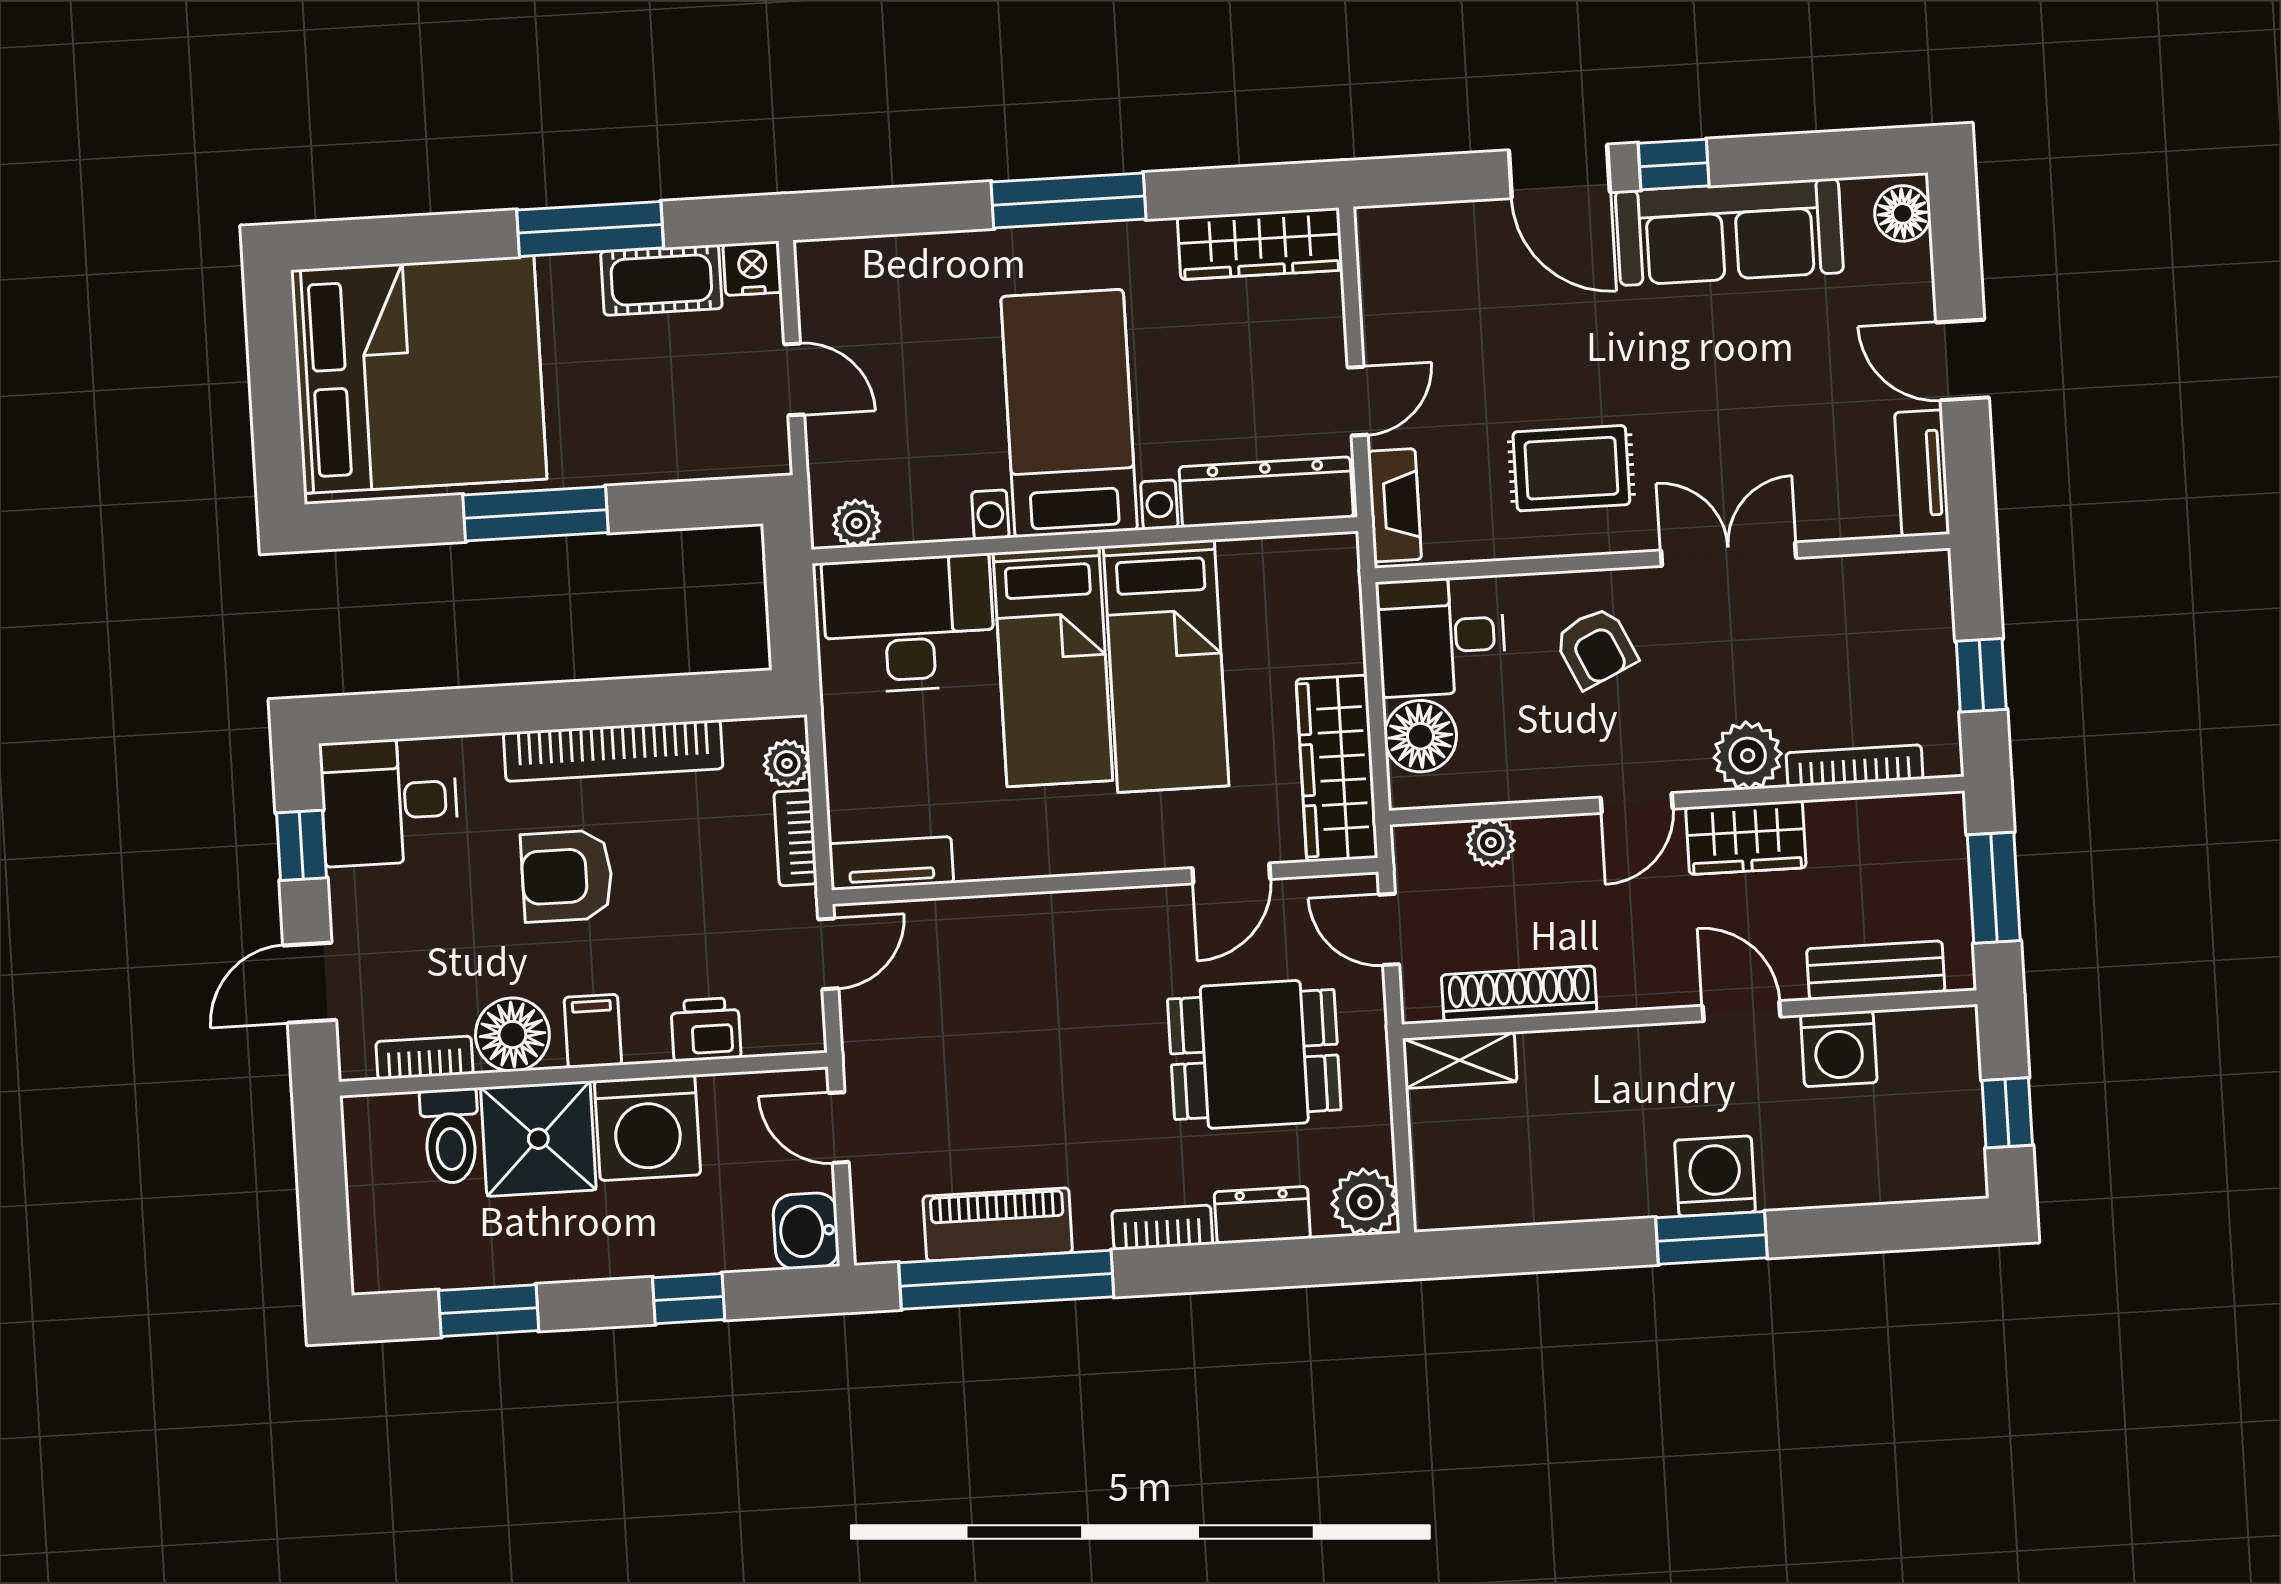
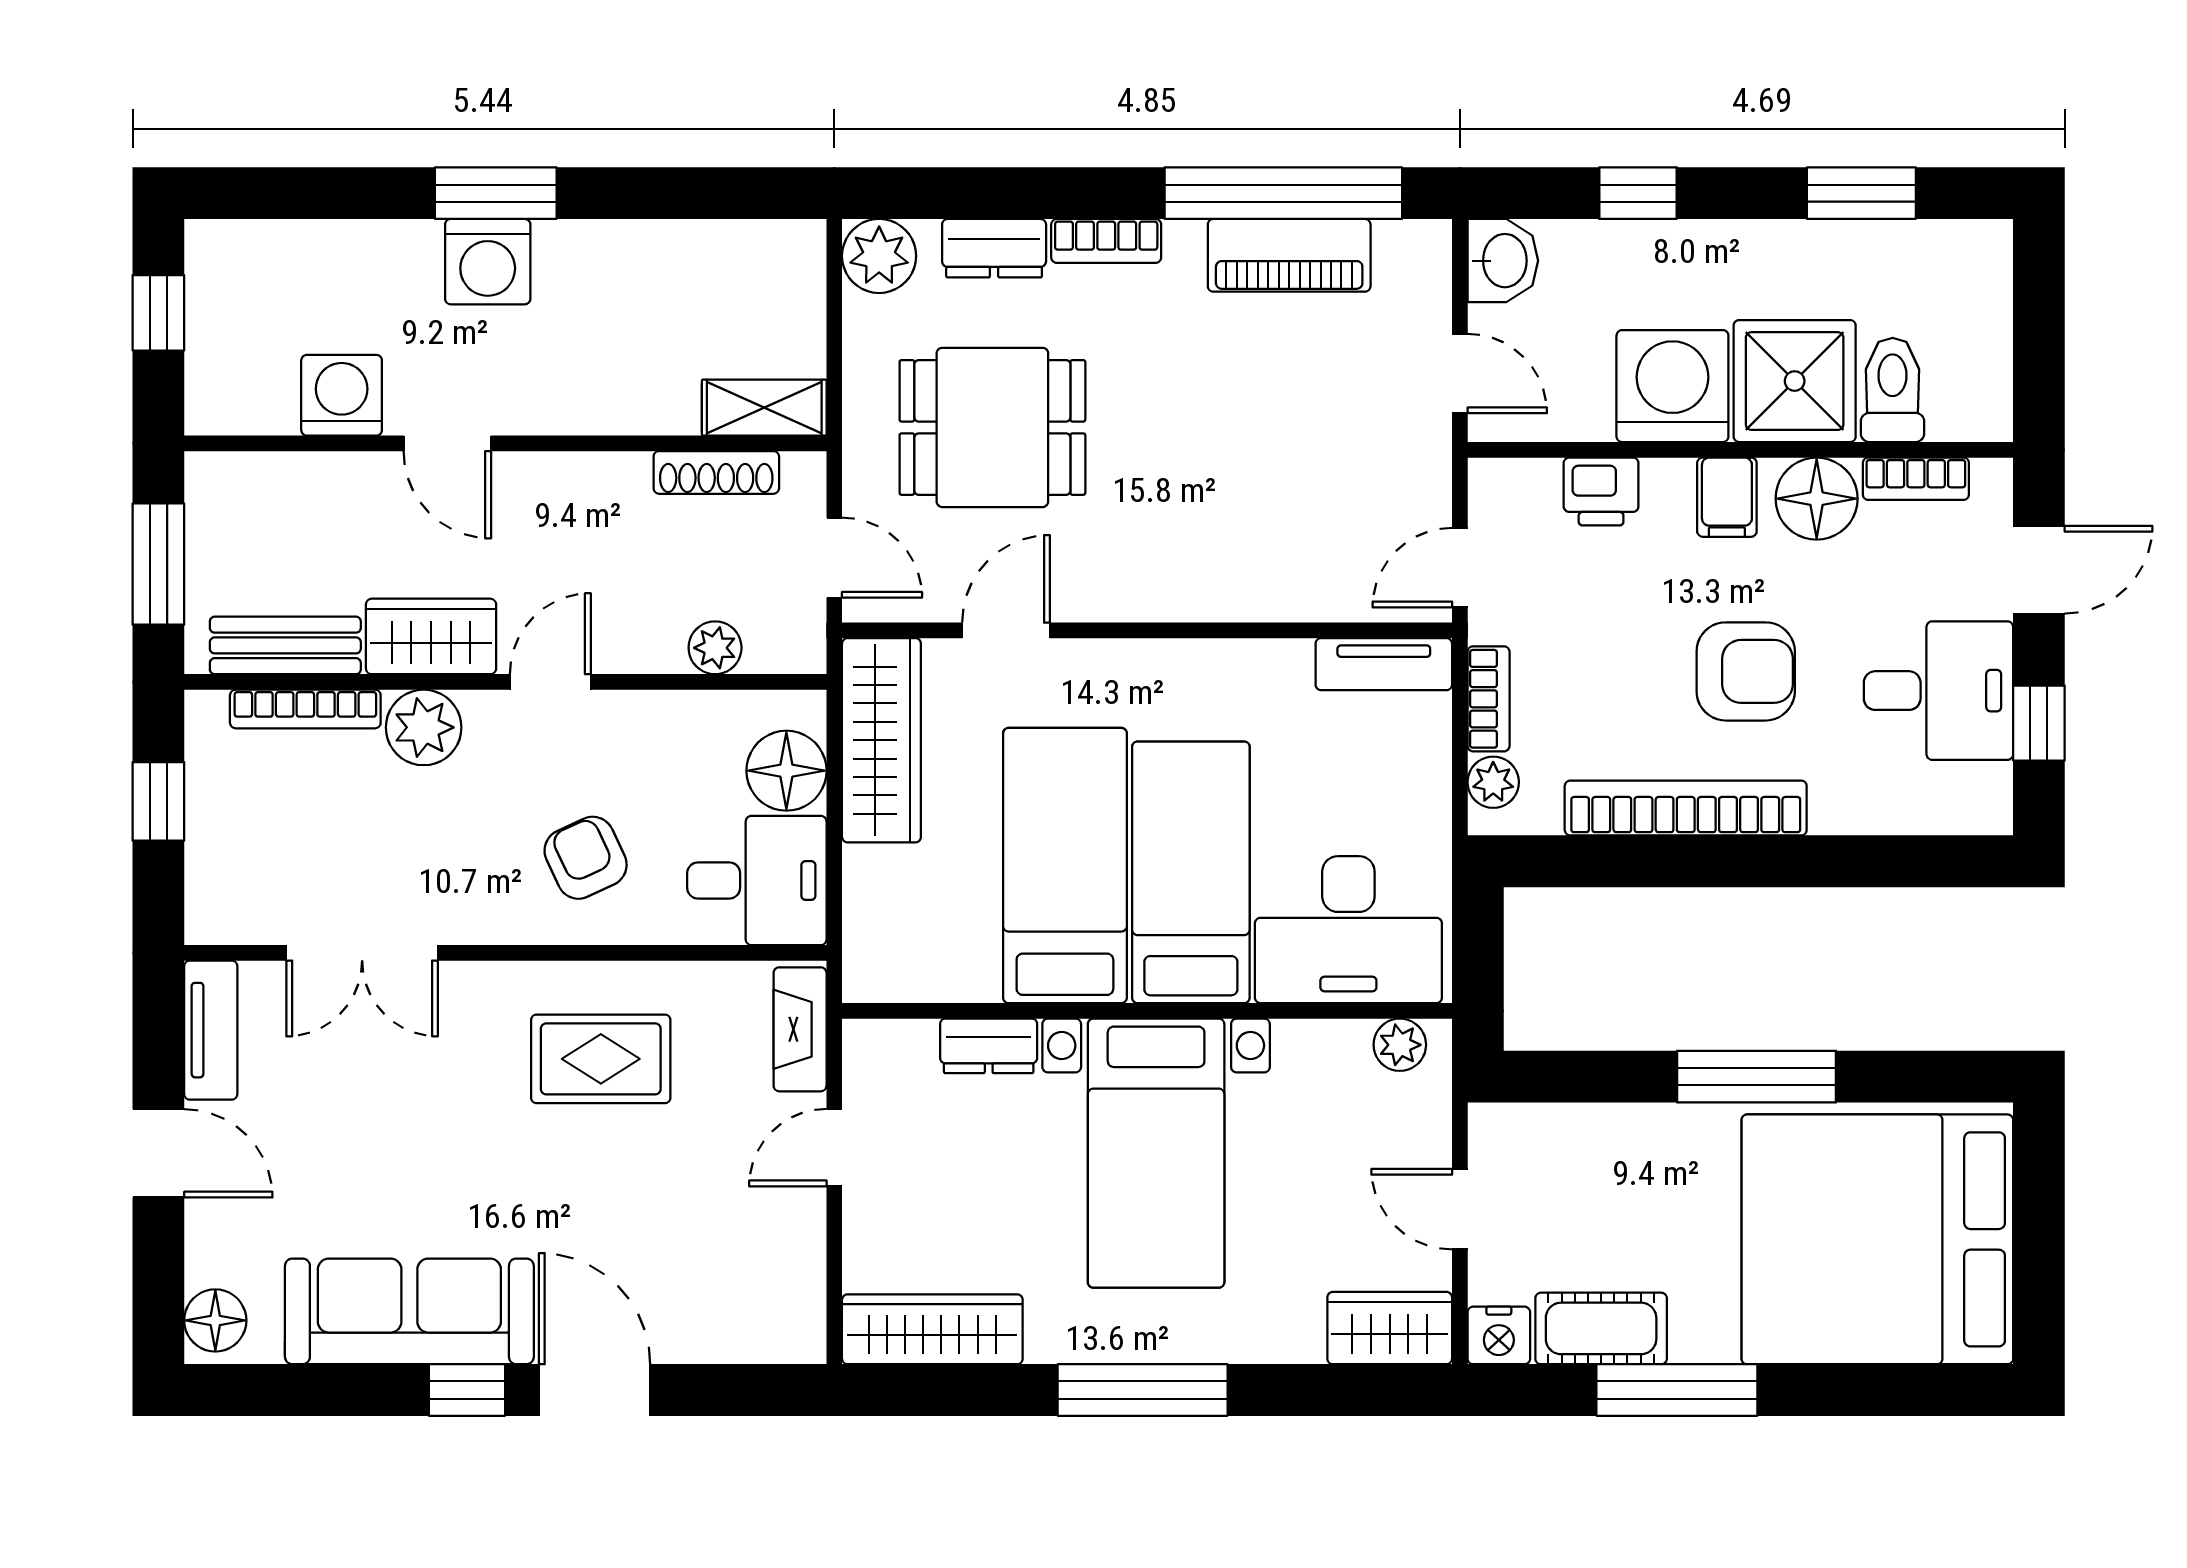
wardrobe: (851, 269) -> (1390, 1328), added
dresser: (1266, 492) -> (989, 1046), width x0.51, depth x0.80
double door: (1729, 554) -> (362, 953), moved
desk: (389, 801) -> (1938, 691), moved
bench: (1876, 970) -> (285, 645), moved
shoe rack: (1519, 994) -> (716, 472), width x0.74, depth x0.81

